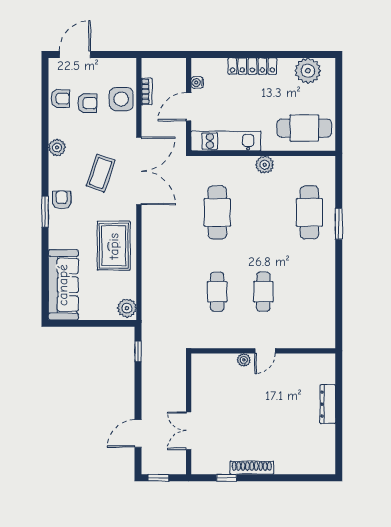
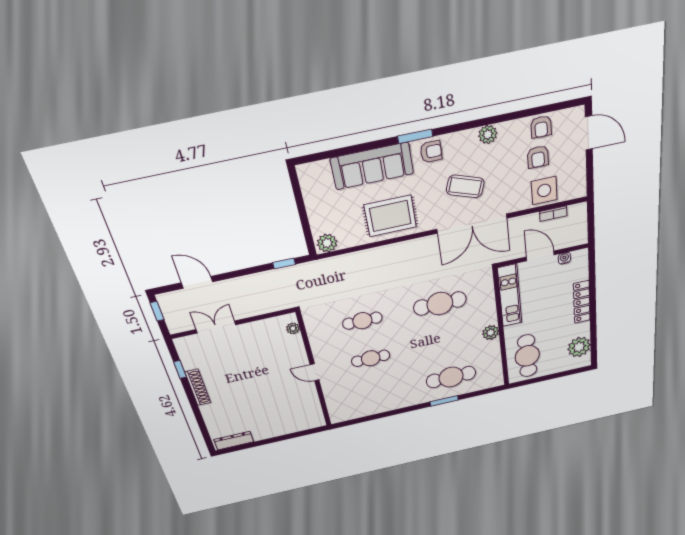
sofa: (63, 285) -> (372, 166), moved
plant: (244, 360) -> (293, 328), moved
dresser: (328, 404) -> (234, 441), moved

